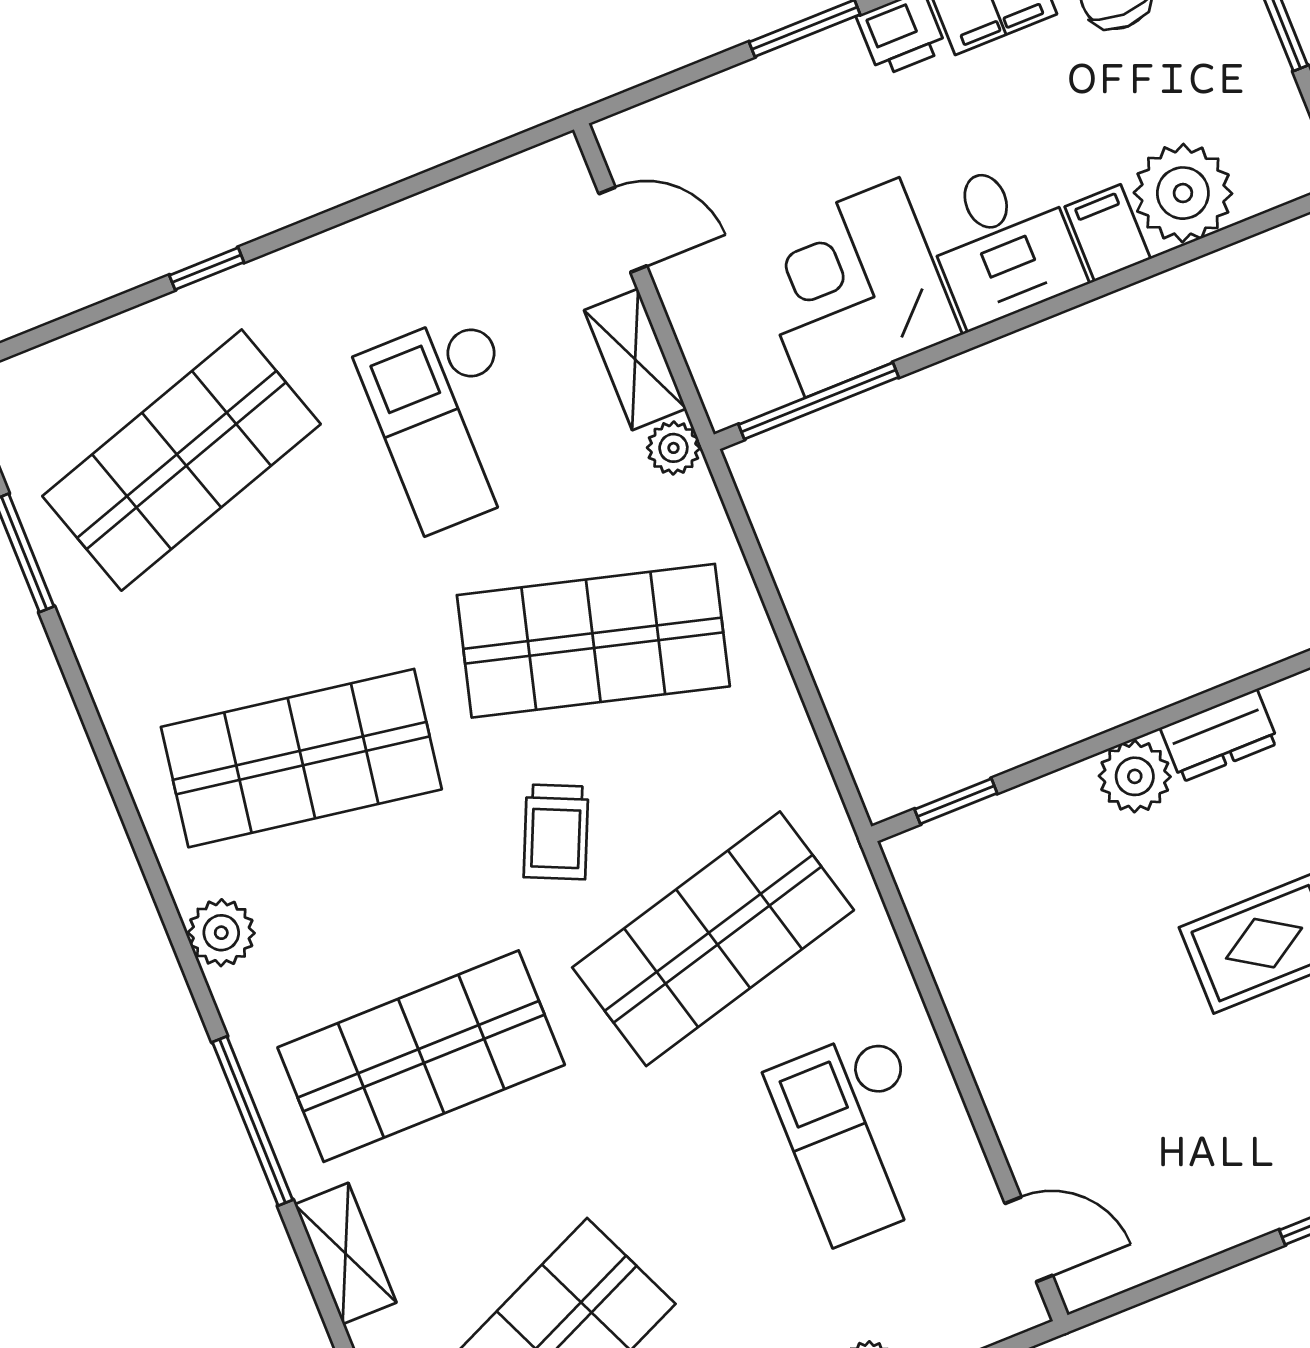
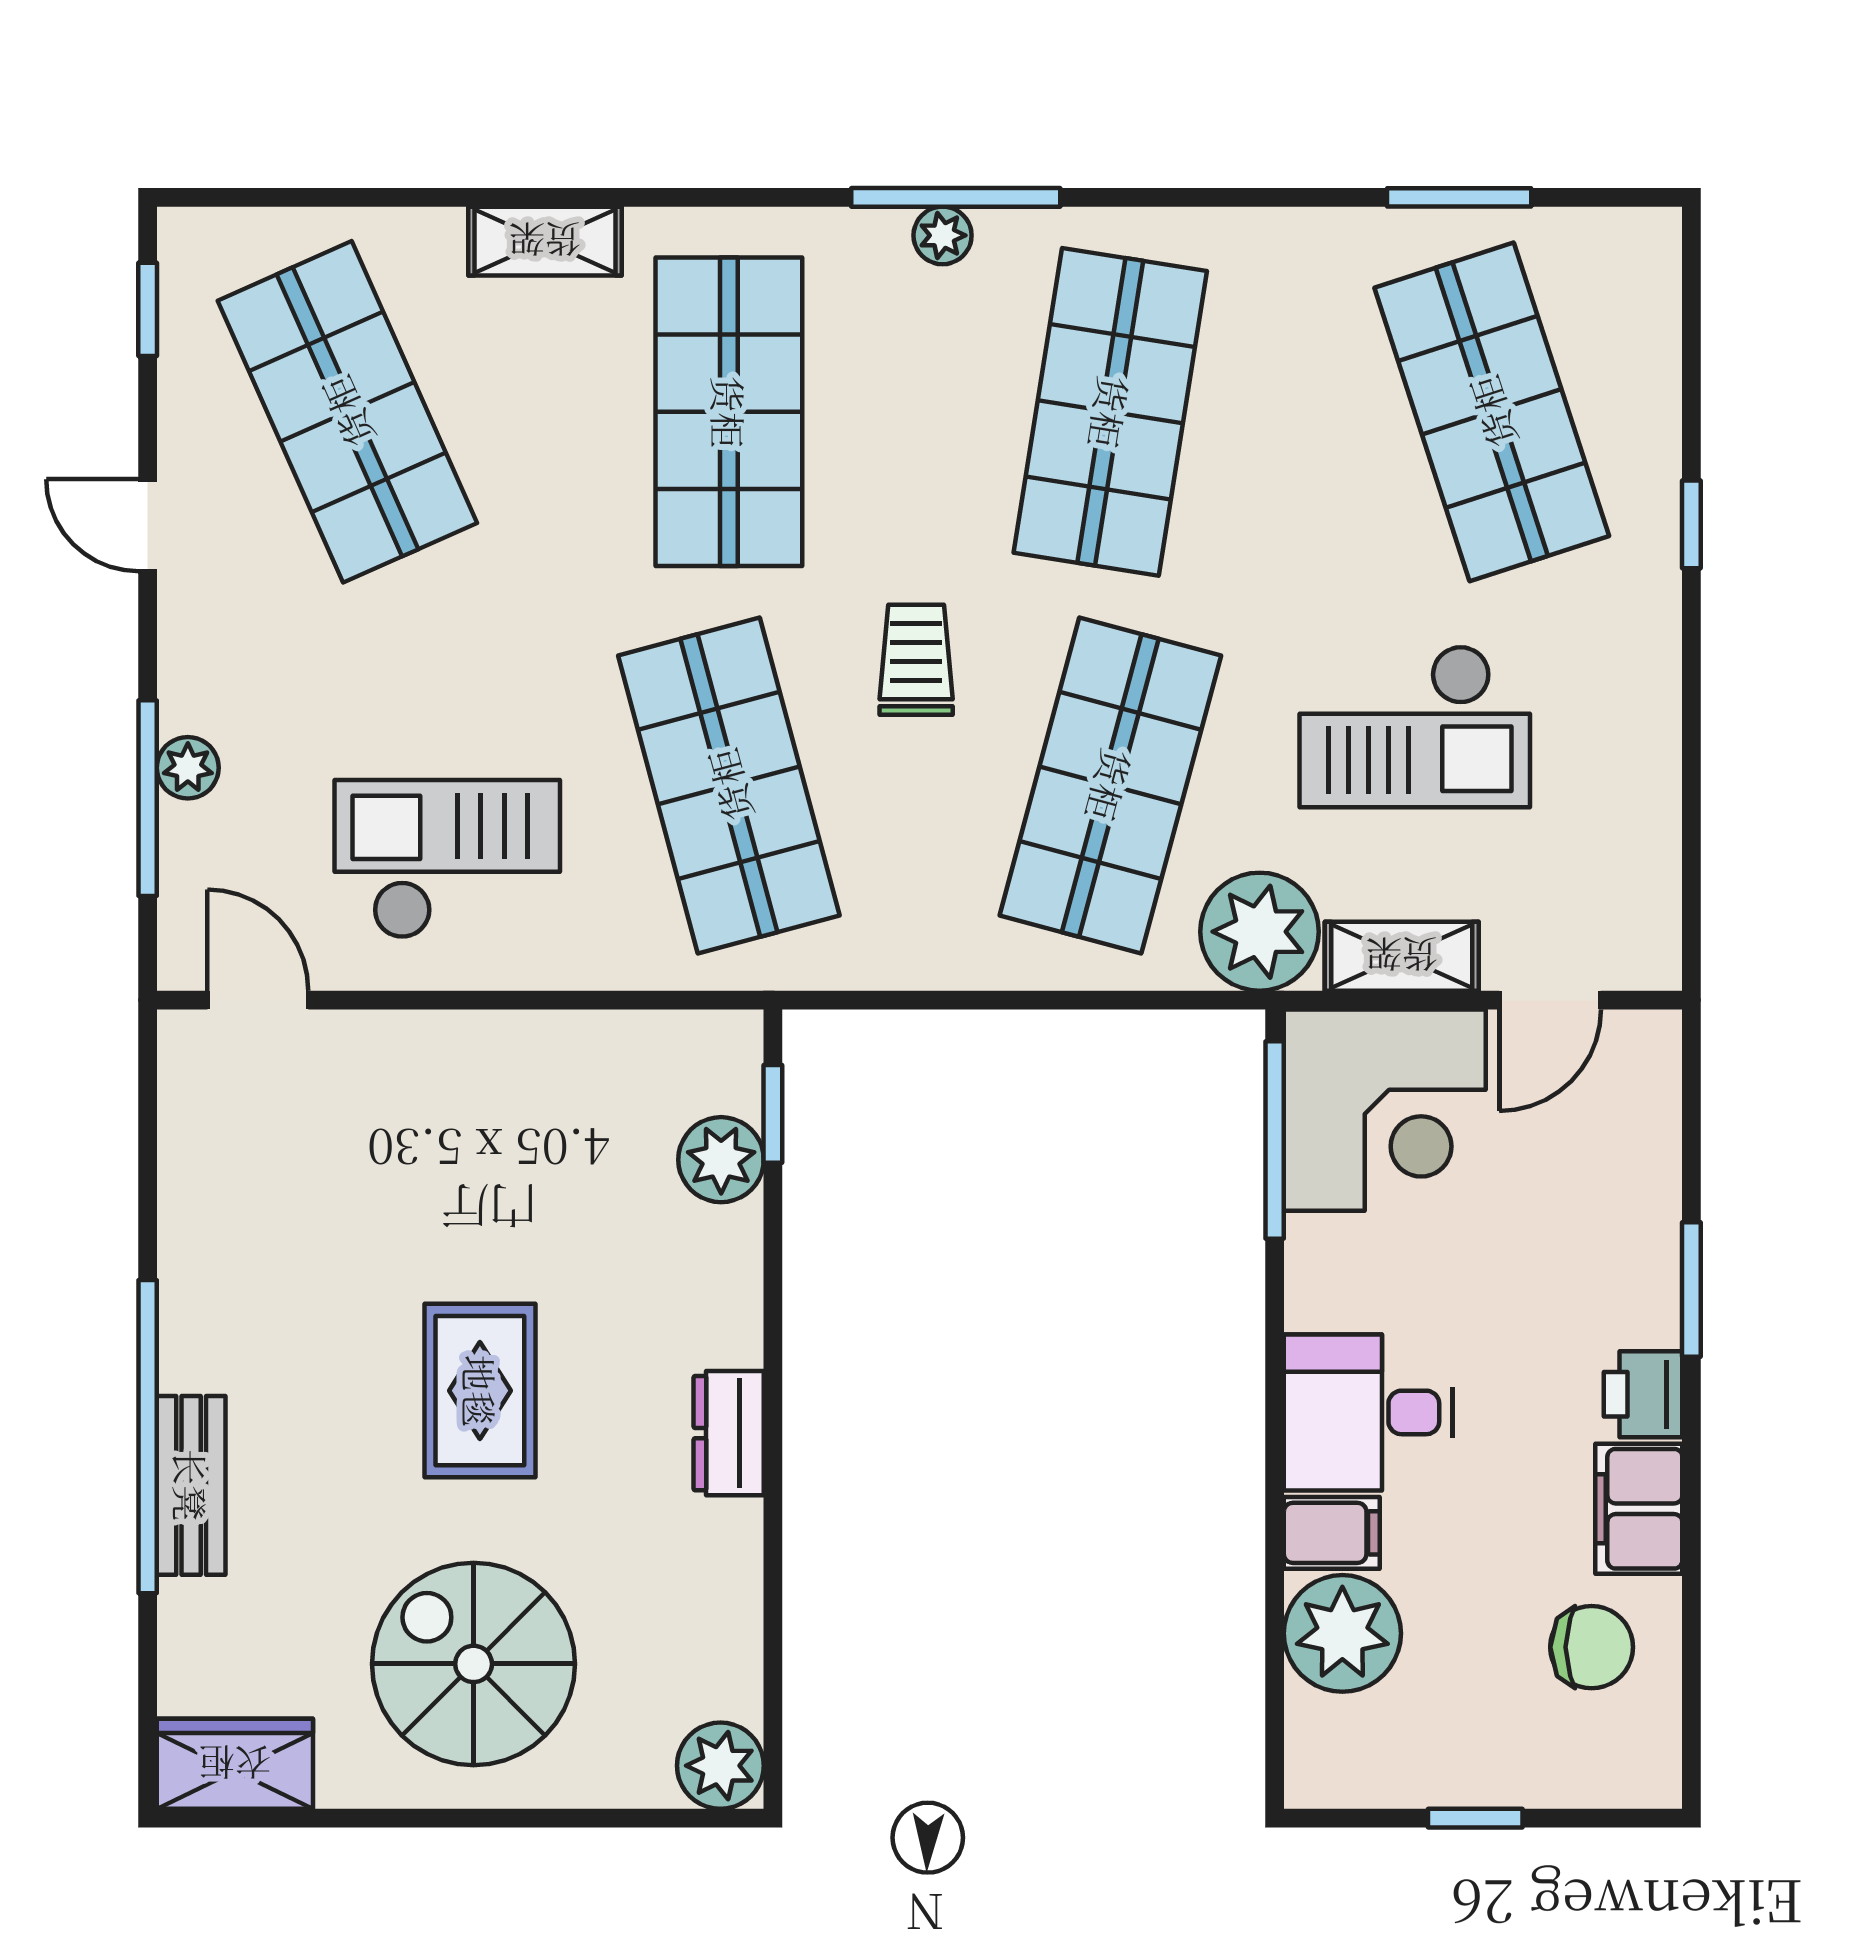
corner desk: (852, 288) -> (1385, 1110), moved, turned 90
checkout: (452, 421) -> (1415, 726), turned 180
plant: (673, 448) -> (1260, 932), width x1.87, depth x1.87
plant: (1135, 776) -> (721, 1160), moved
trolley: (556, 832) -> (916, 660), turned 66
plant: (221, 933) -> (943, 235), width x0.73, depth x0.73
window: (252, 1121) -> (956, 197), moved
door: (1029, 1239) -> (258, 1000), swing flipped

